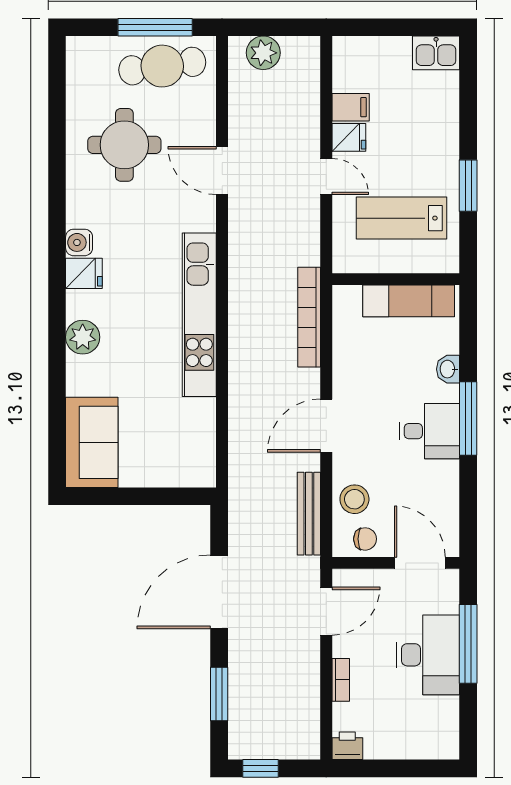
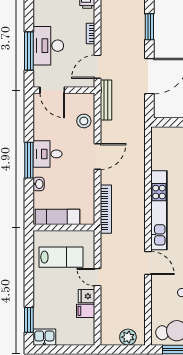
door: (222, 171) -> (148, 263), moved
window: (468, 186) -> (29, 320), moved
bench: (309, 514) -> (106, 100), moved
chair: (365, 539) -> (79, 102), removed

